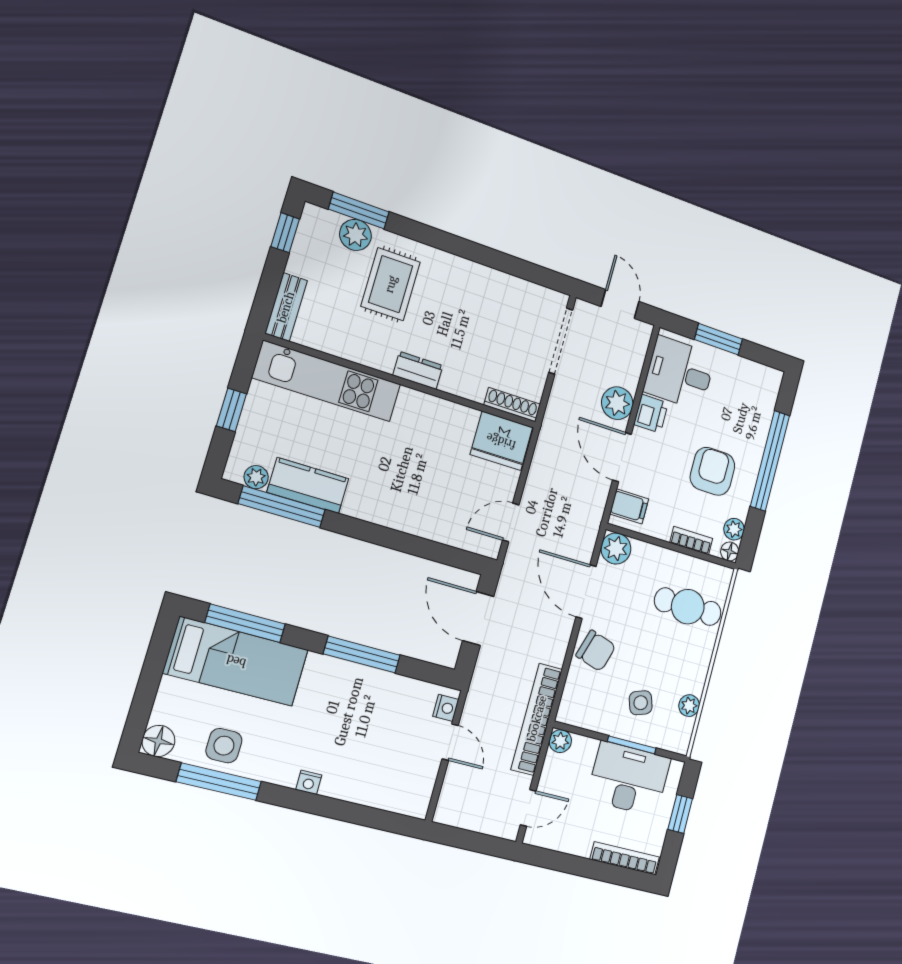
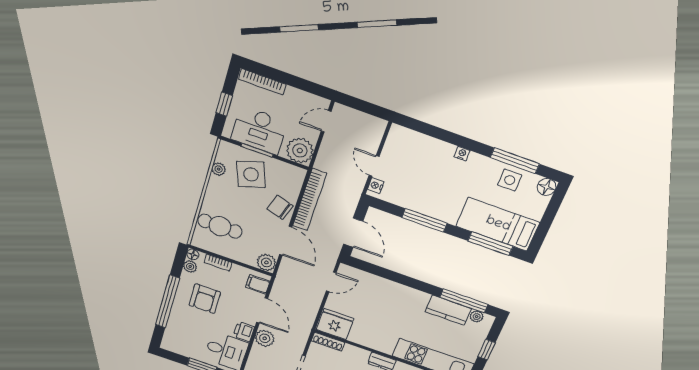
side table: (641, 703) -> (251, 174), width x1.87, depth x1.87
bookcase: (537, 719) -> (310, 200), moved
plant: (560, 741) -> (300, 150), width x1.88, depth x1.88

